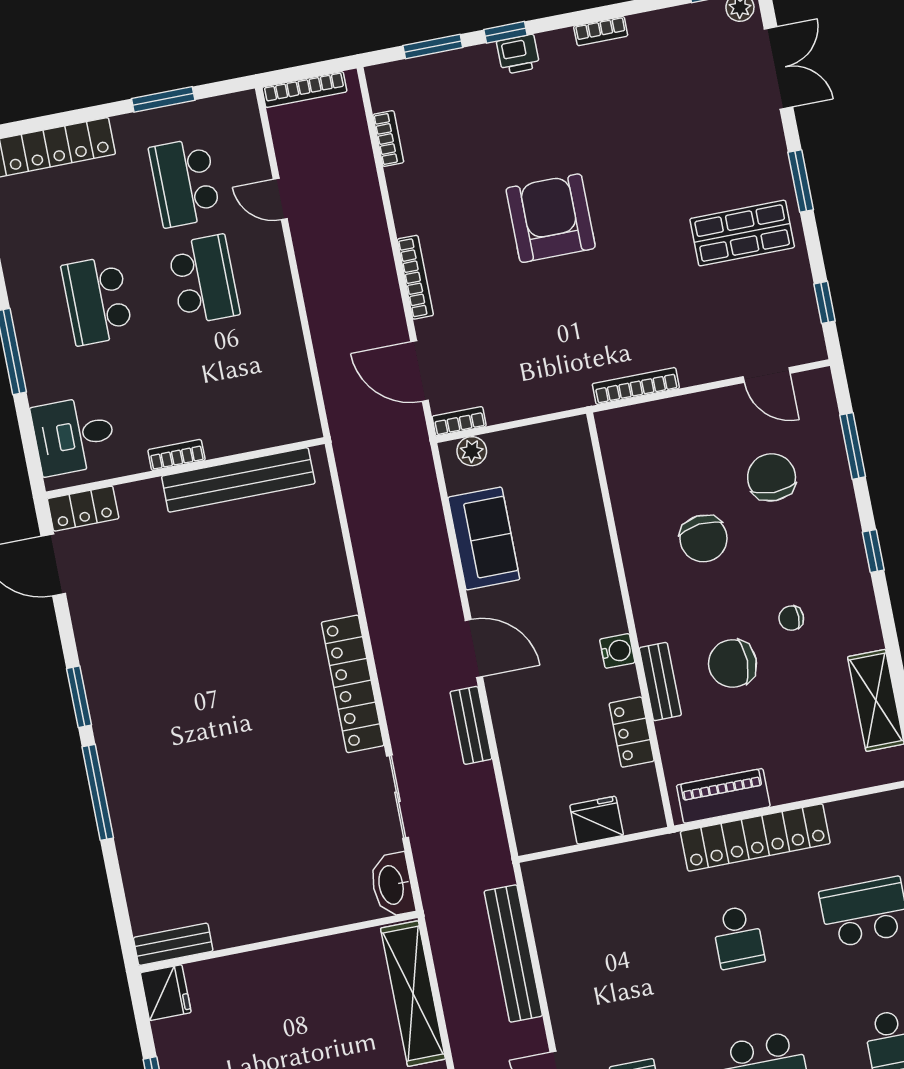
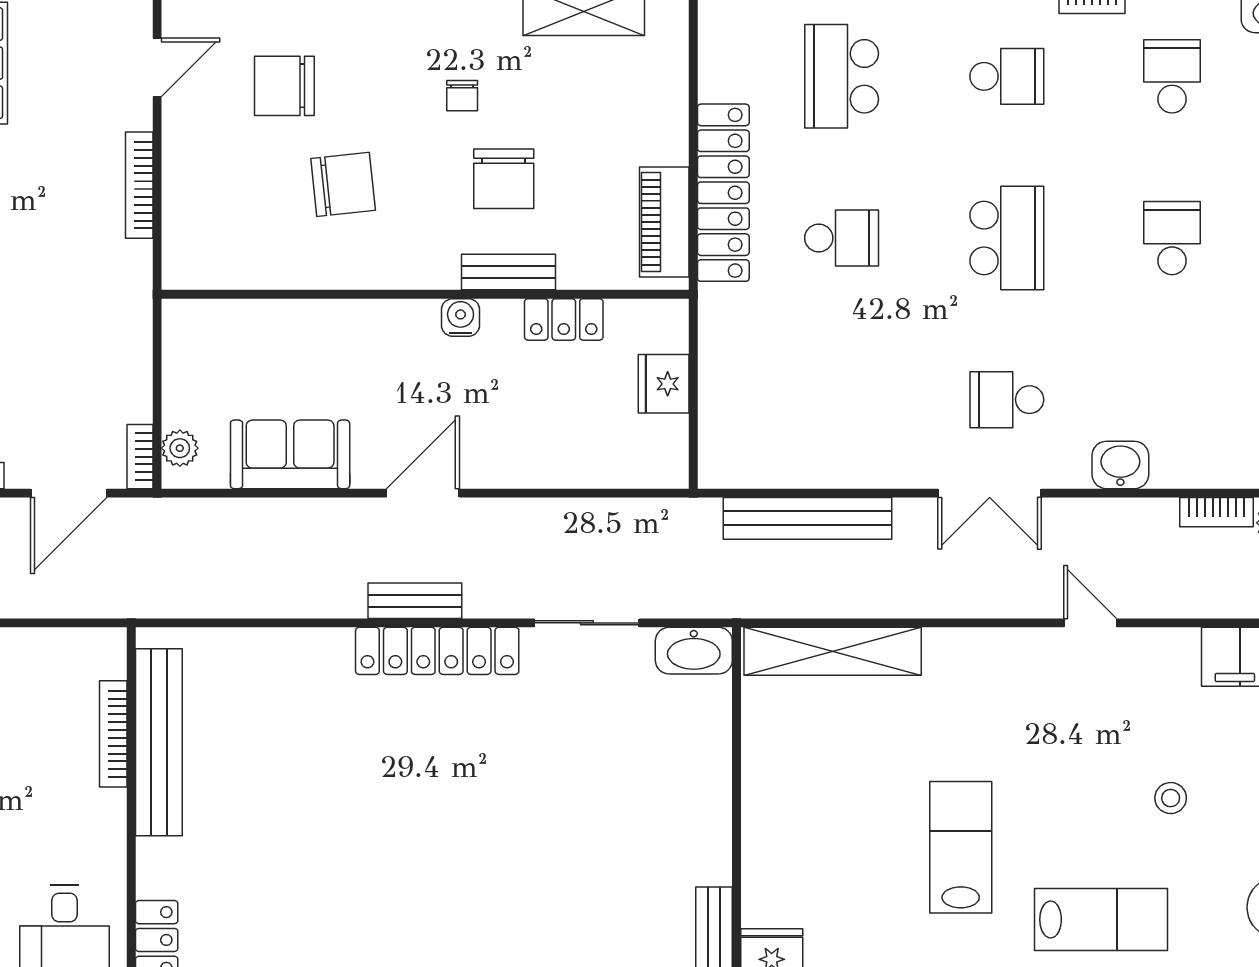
bookcase: (636, 386) -> (139, 185), moved
bookcase: (176, 455) -> (113, 734), moved, width x1.56
bench: (471, 725) -> (415, 601), moved

